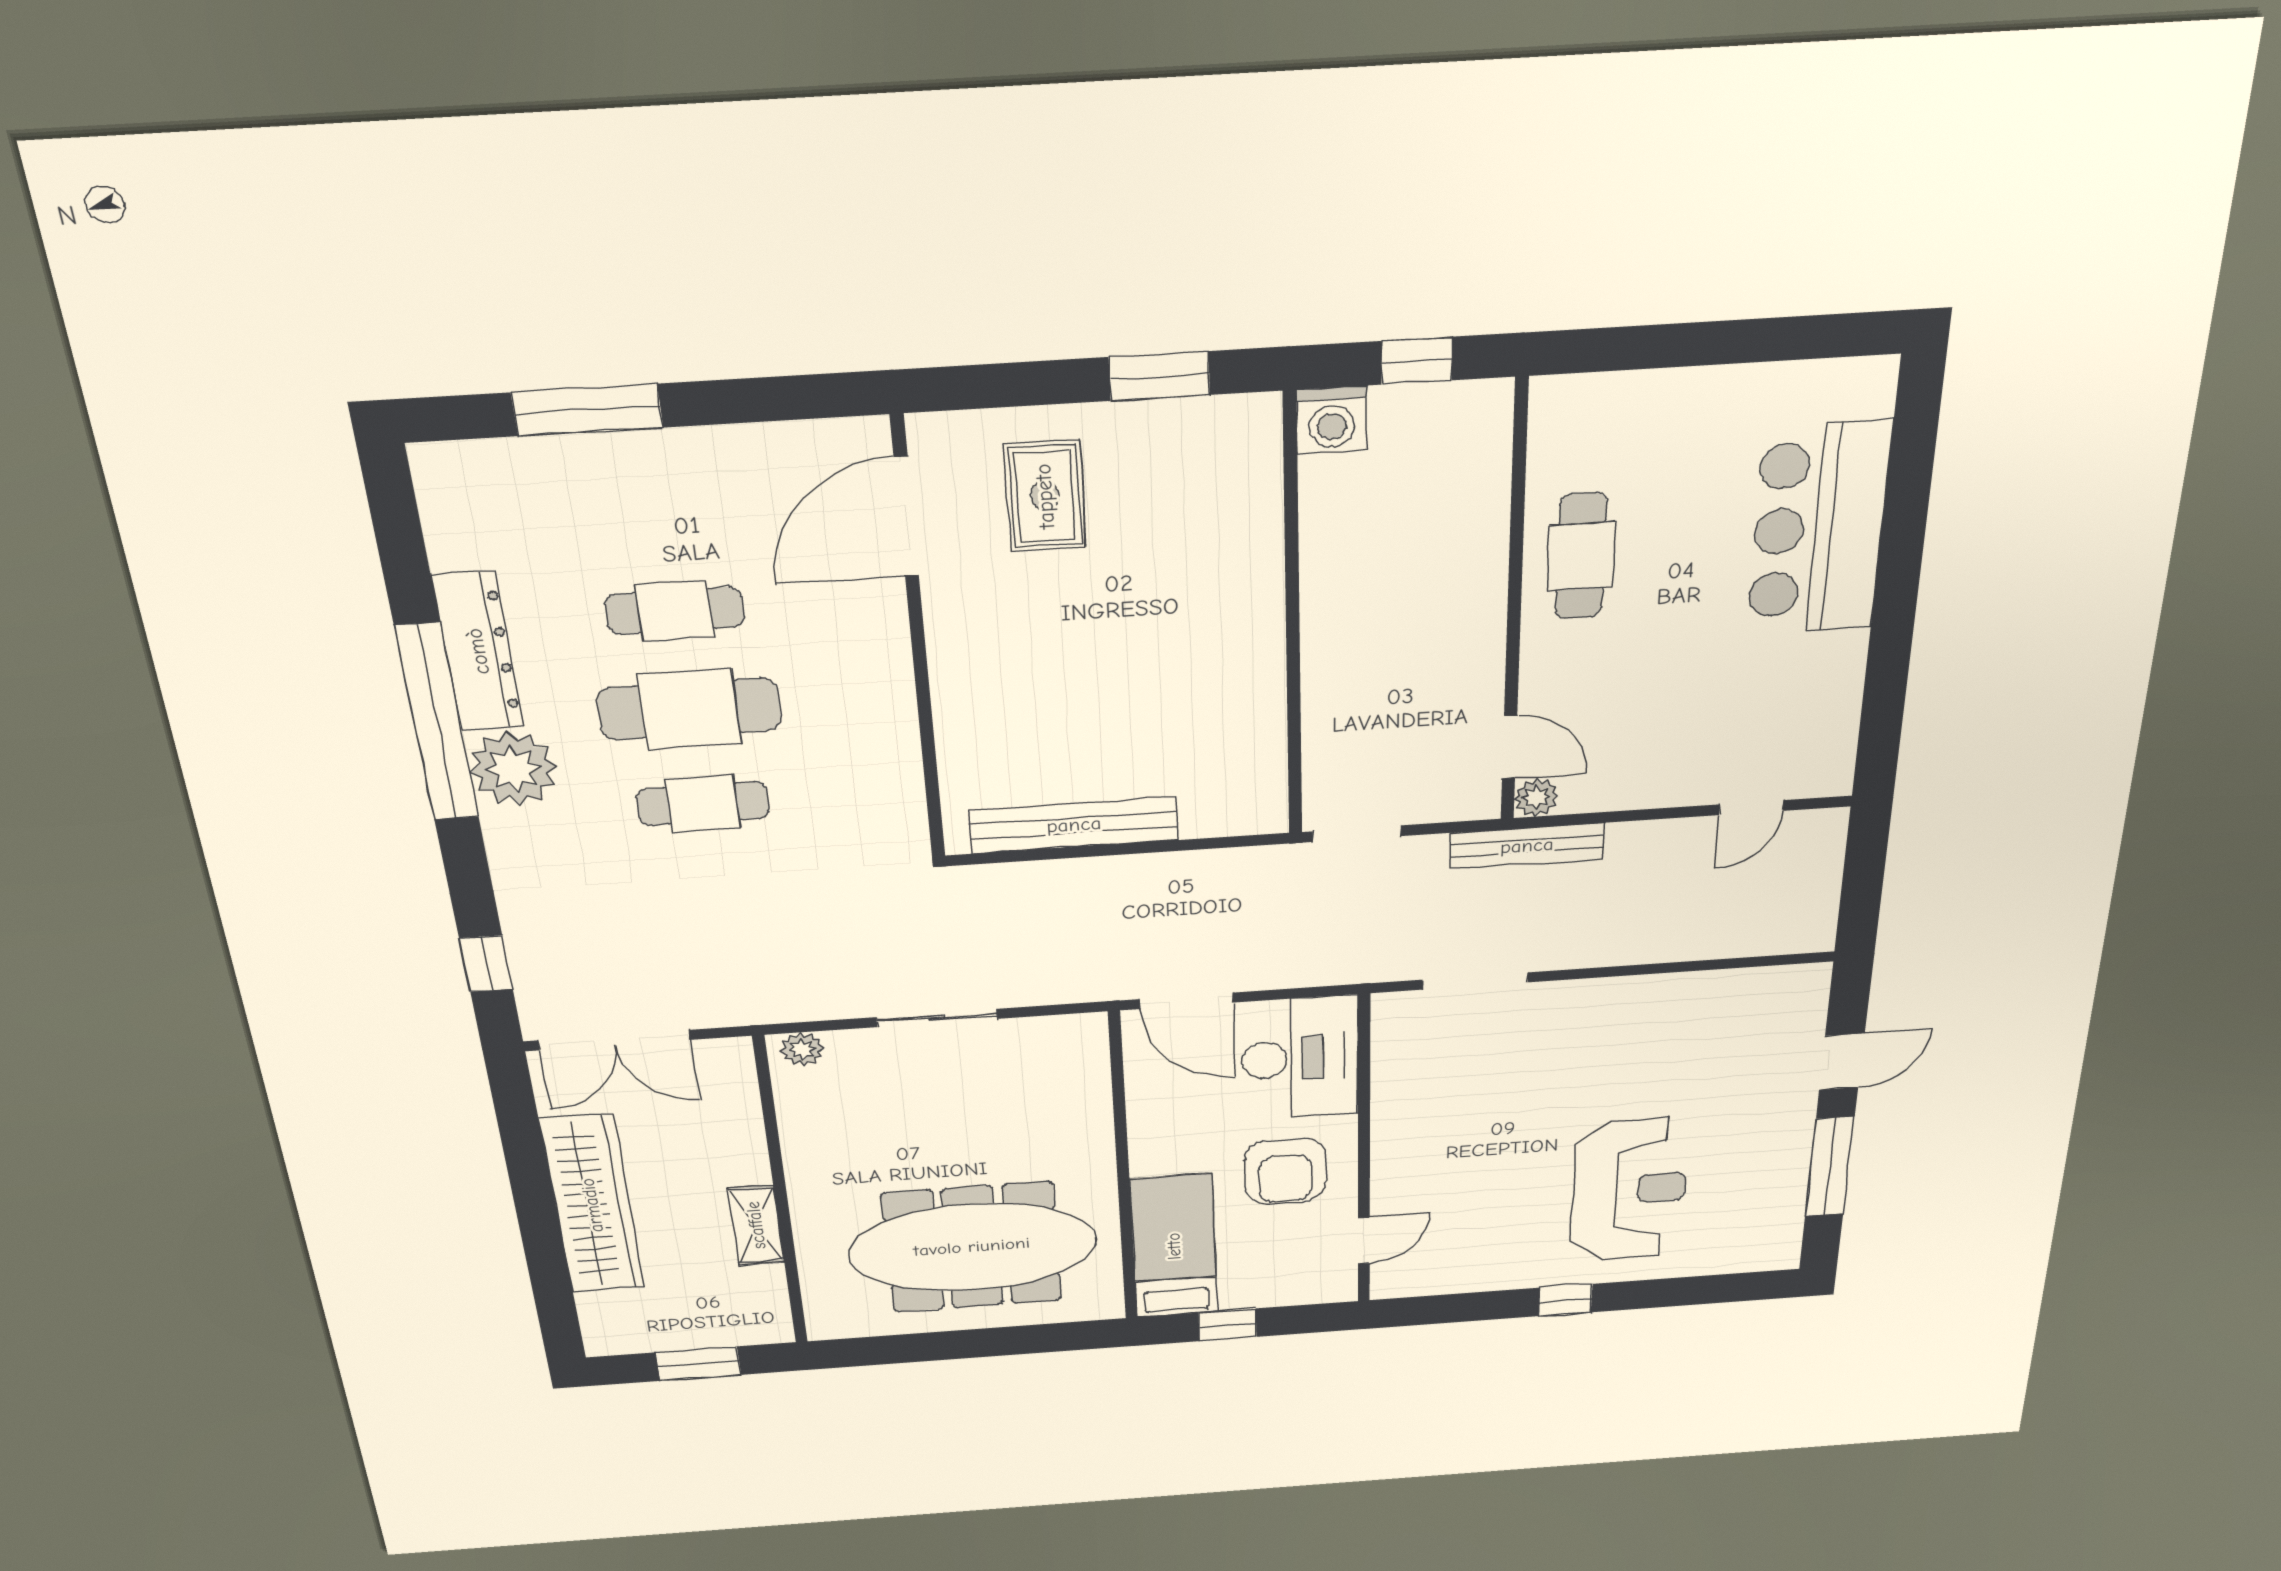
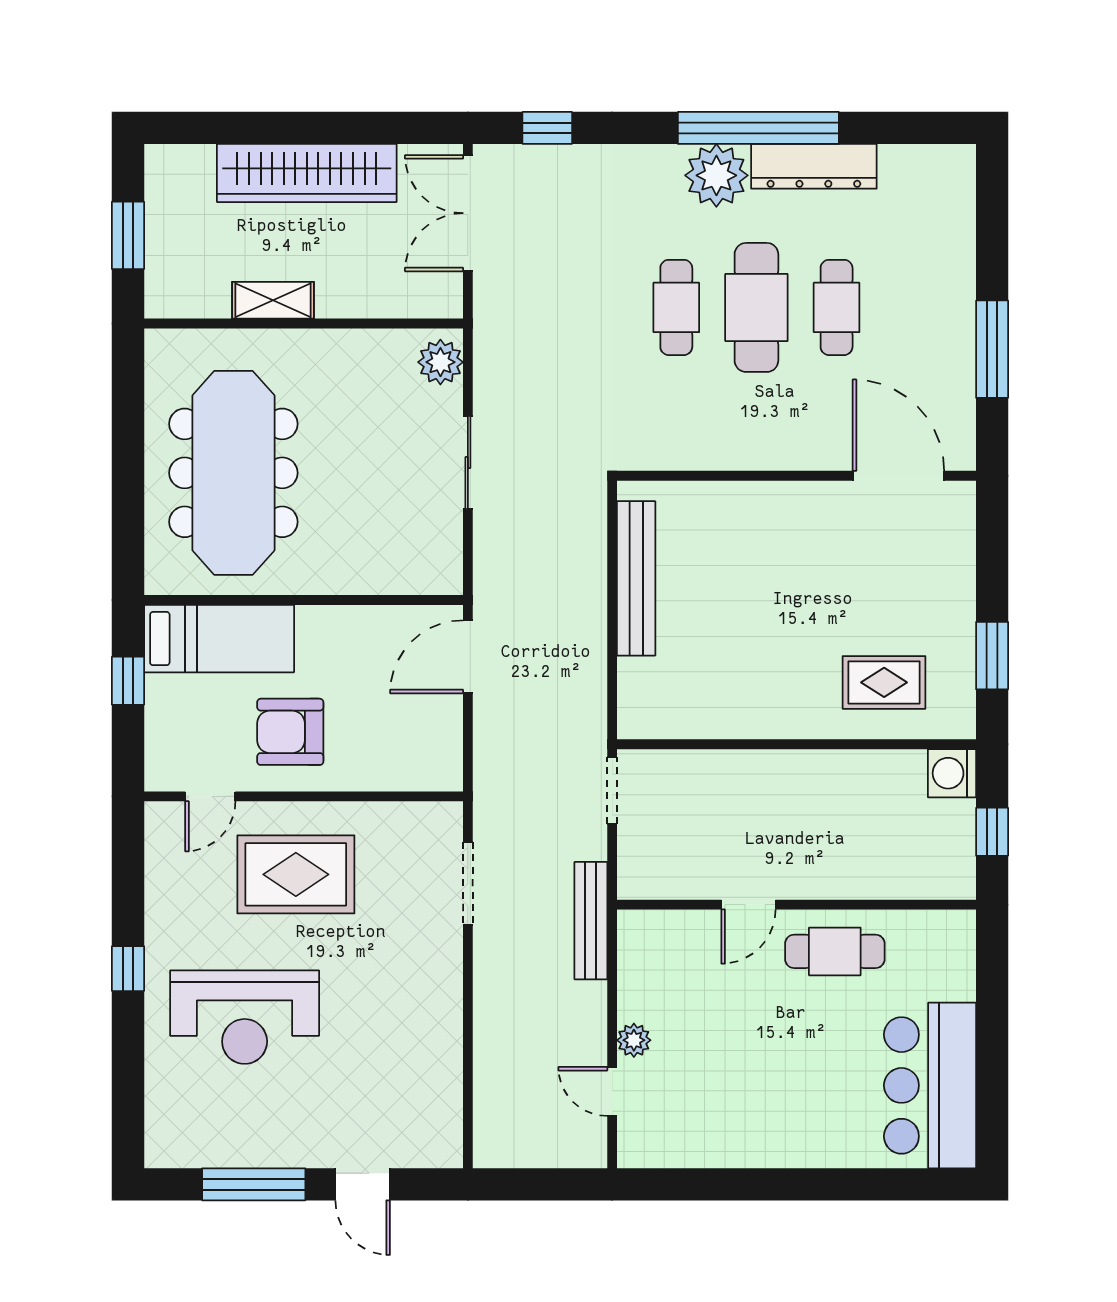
window: (587, 410) -> (992, 349), moved
rug: (1045, 496) -> (884, 682), moved
bar counter: (1818, 529) -> (930, 1085), moved, turned -90
door: (1509, 747) -> (748, 905), moved
plant: (1536, 798) -> (634, 1040), moved
plant: (802, 1049) -> (440, 362), width x1.38, depth x1.38
desk: (1300, 1058) -> (404, 745), removed
rug: (1459, 1153) -> (296, 874), added
door: (1364, 1241) -> (210, 796), hinge flipped

